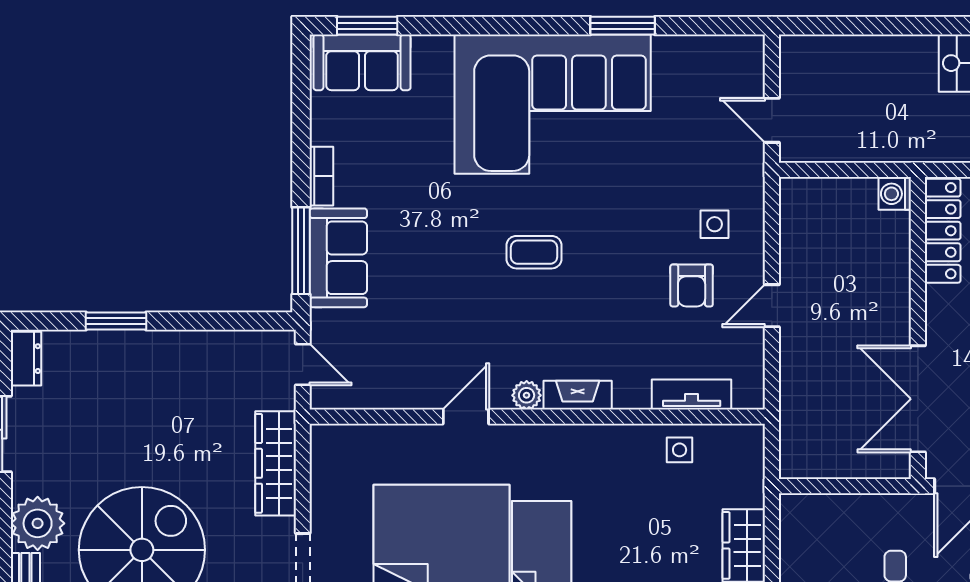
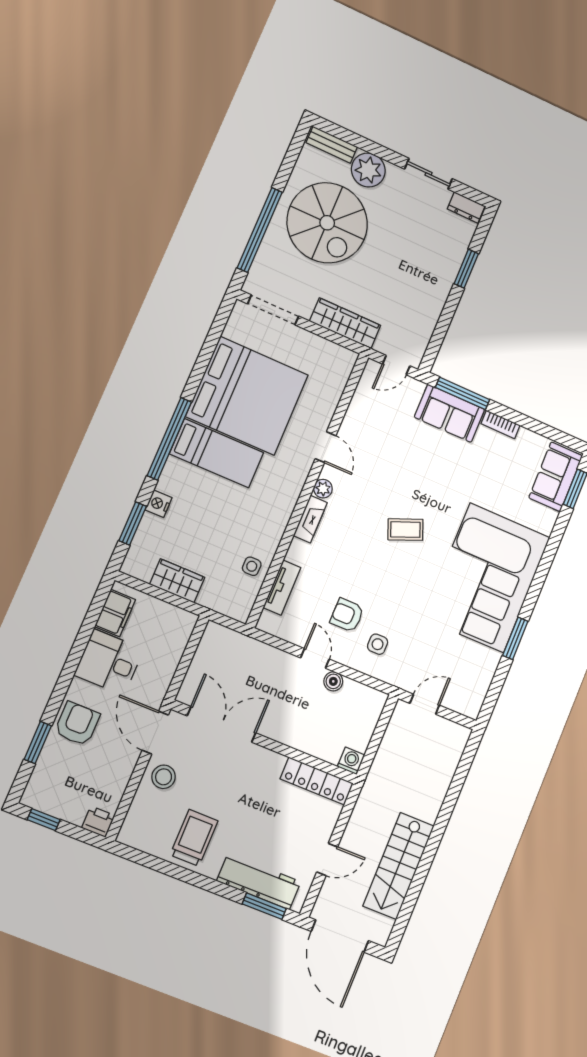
coffee table: (534, 252) -> (405, 530), turned 68
boiler: (793, 266) -> (333, 681), added

